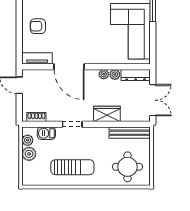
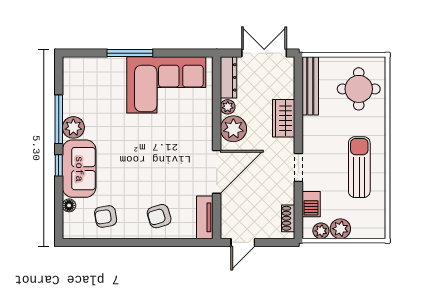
armchair: (38, 26) -> (159, 216), turned 73
plant: (104, 74) -> (233, 129), width x1.88, depth x1.88

